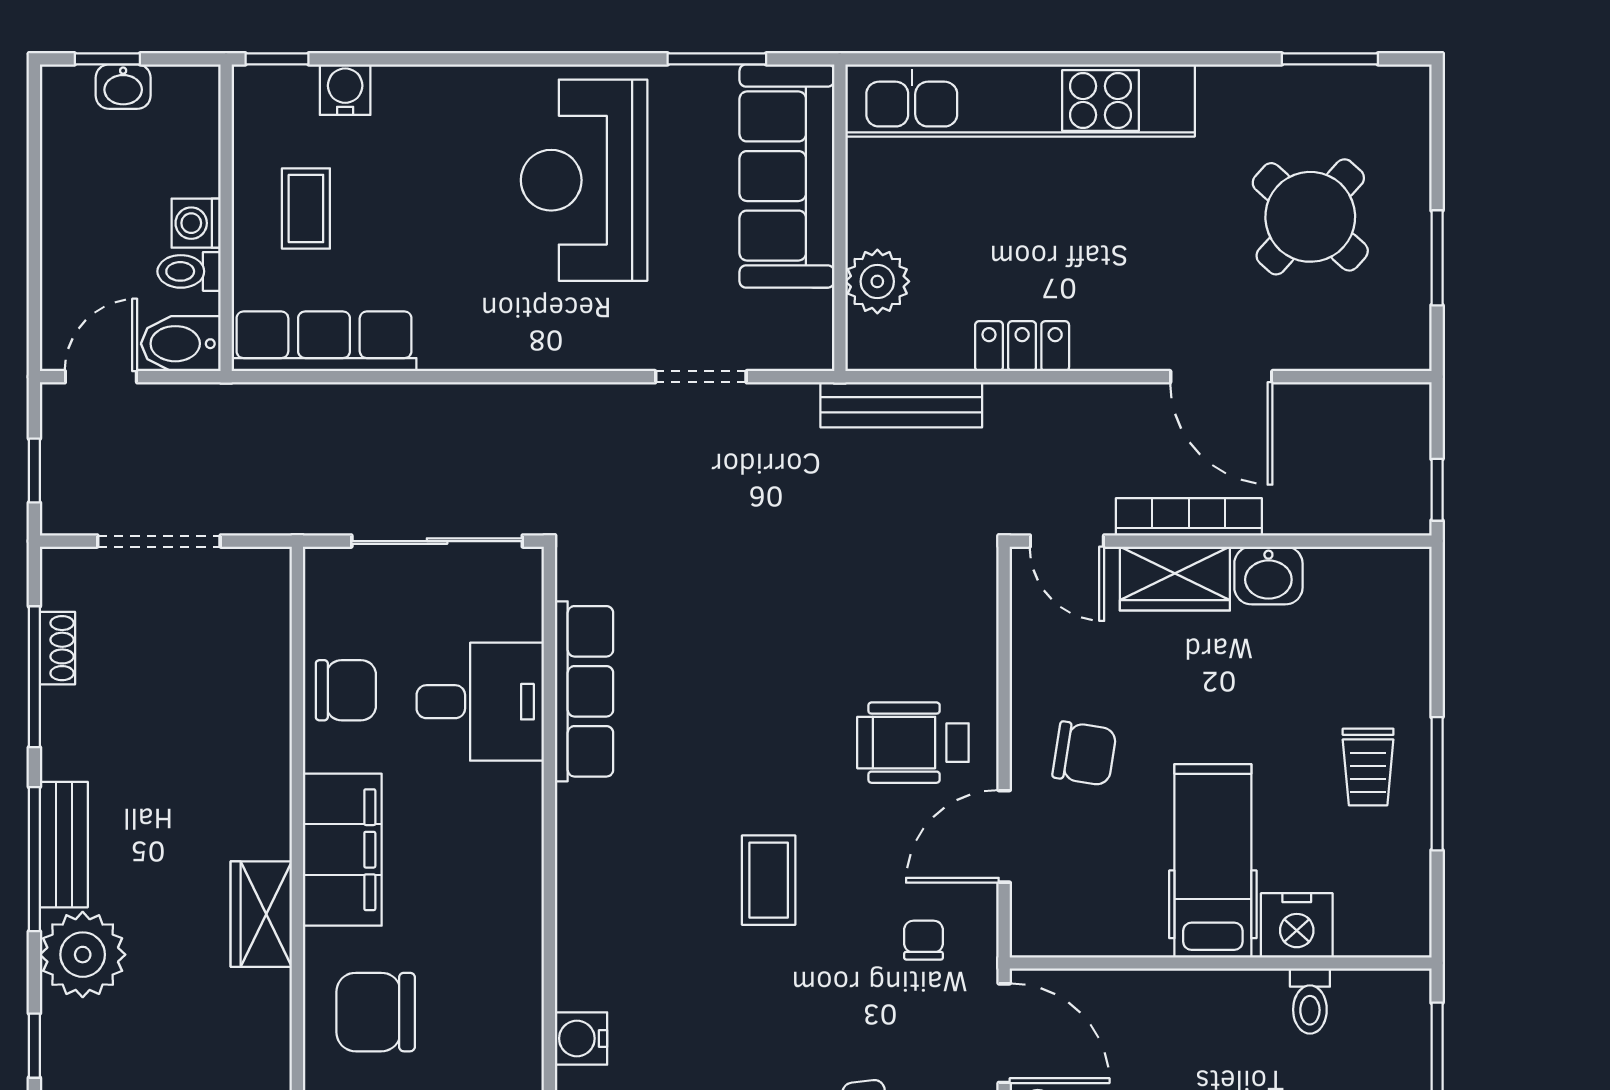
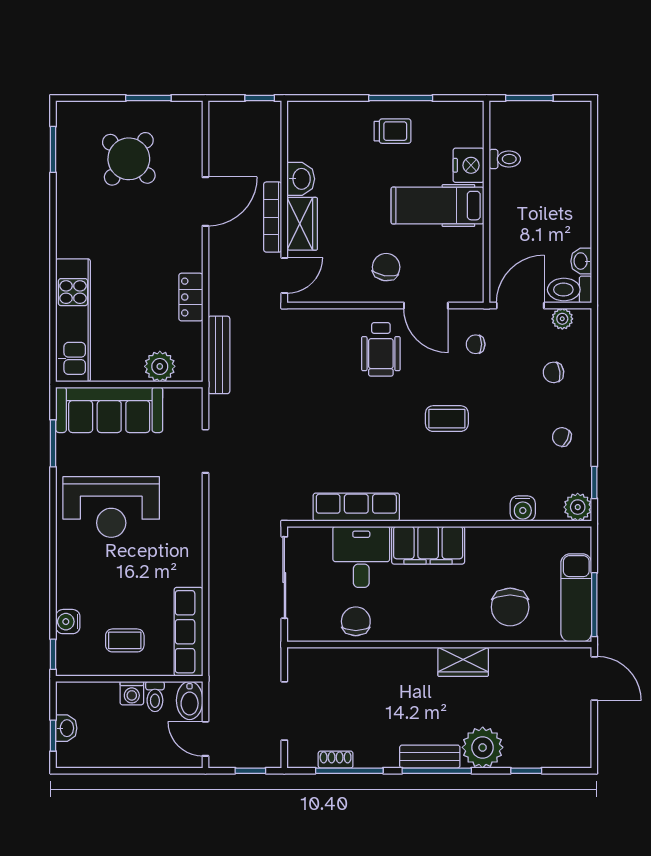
kitchen unit: (1020, 100) -> (73, 320), width x0.73
filing cabinet: (342, 850) -> (428, 545), moved, turned 180

